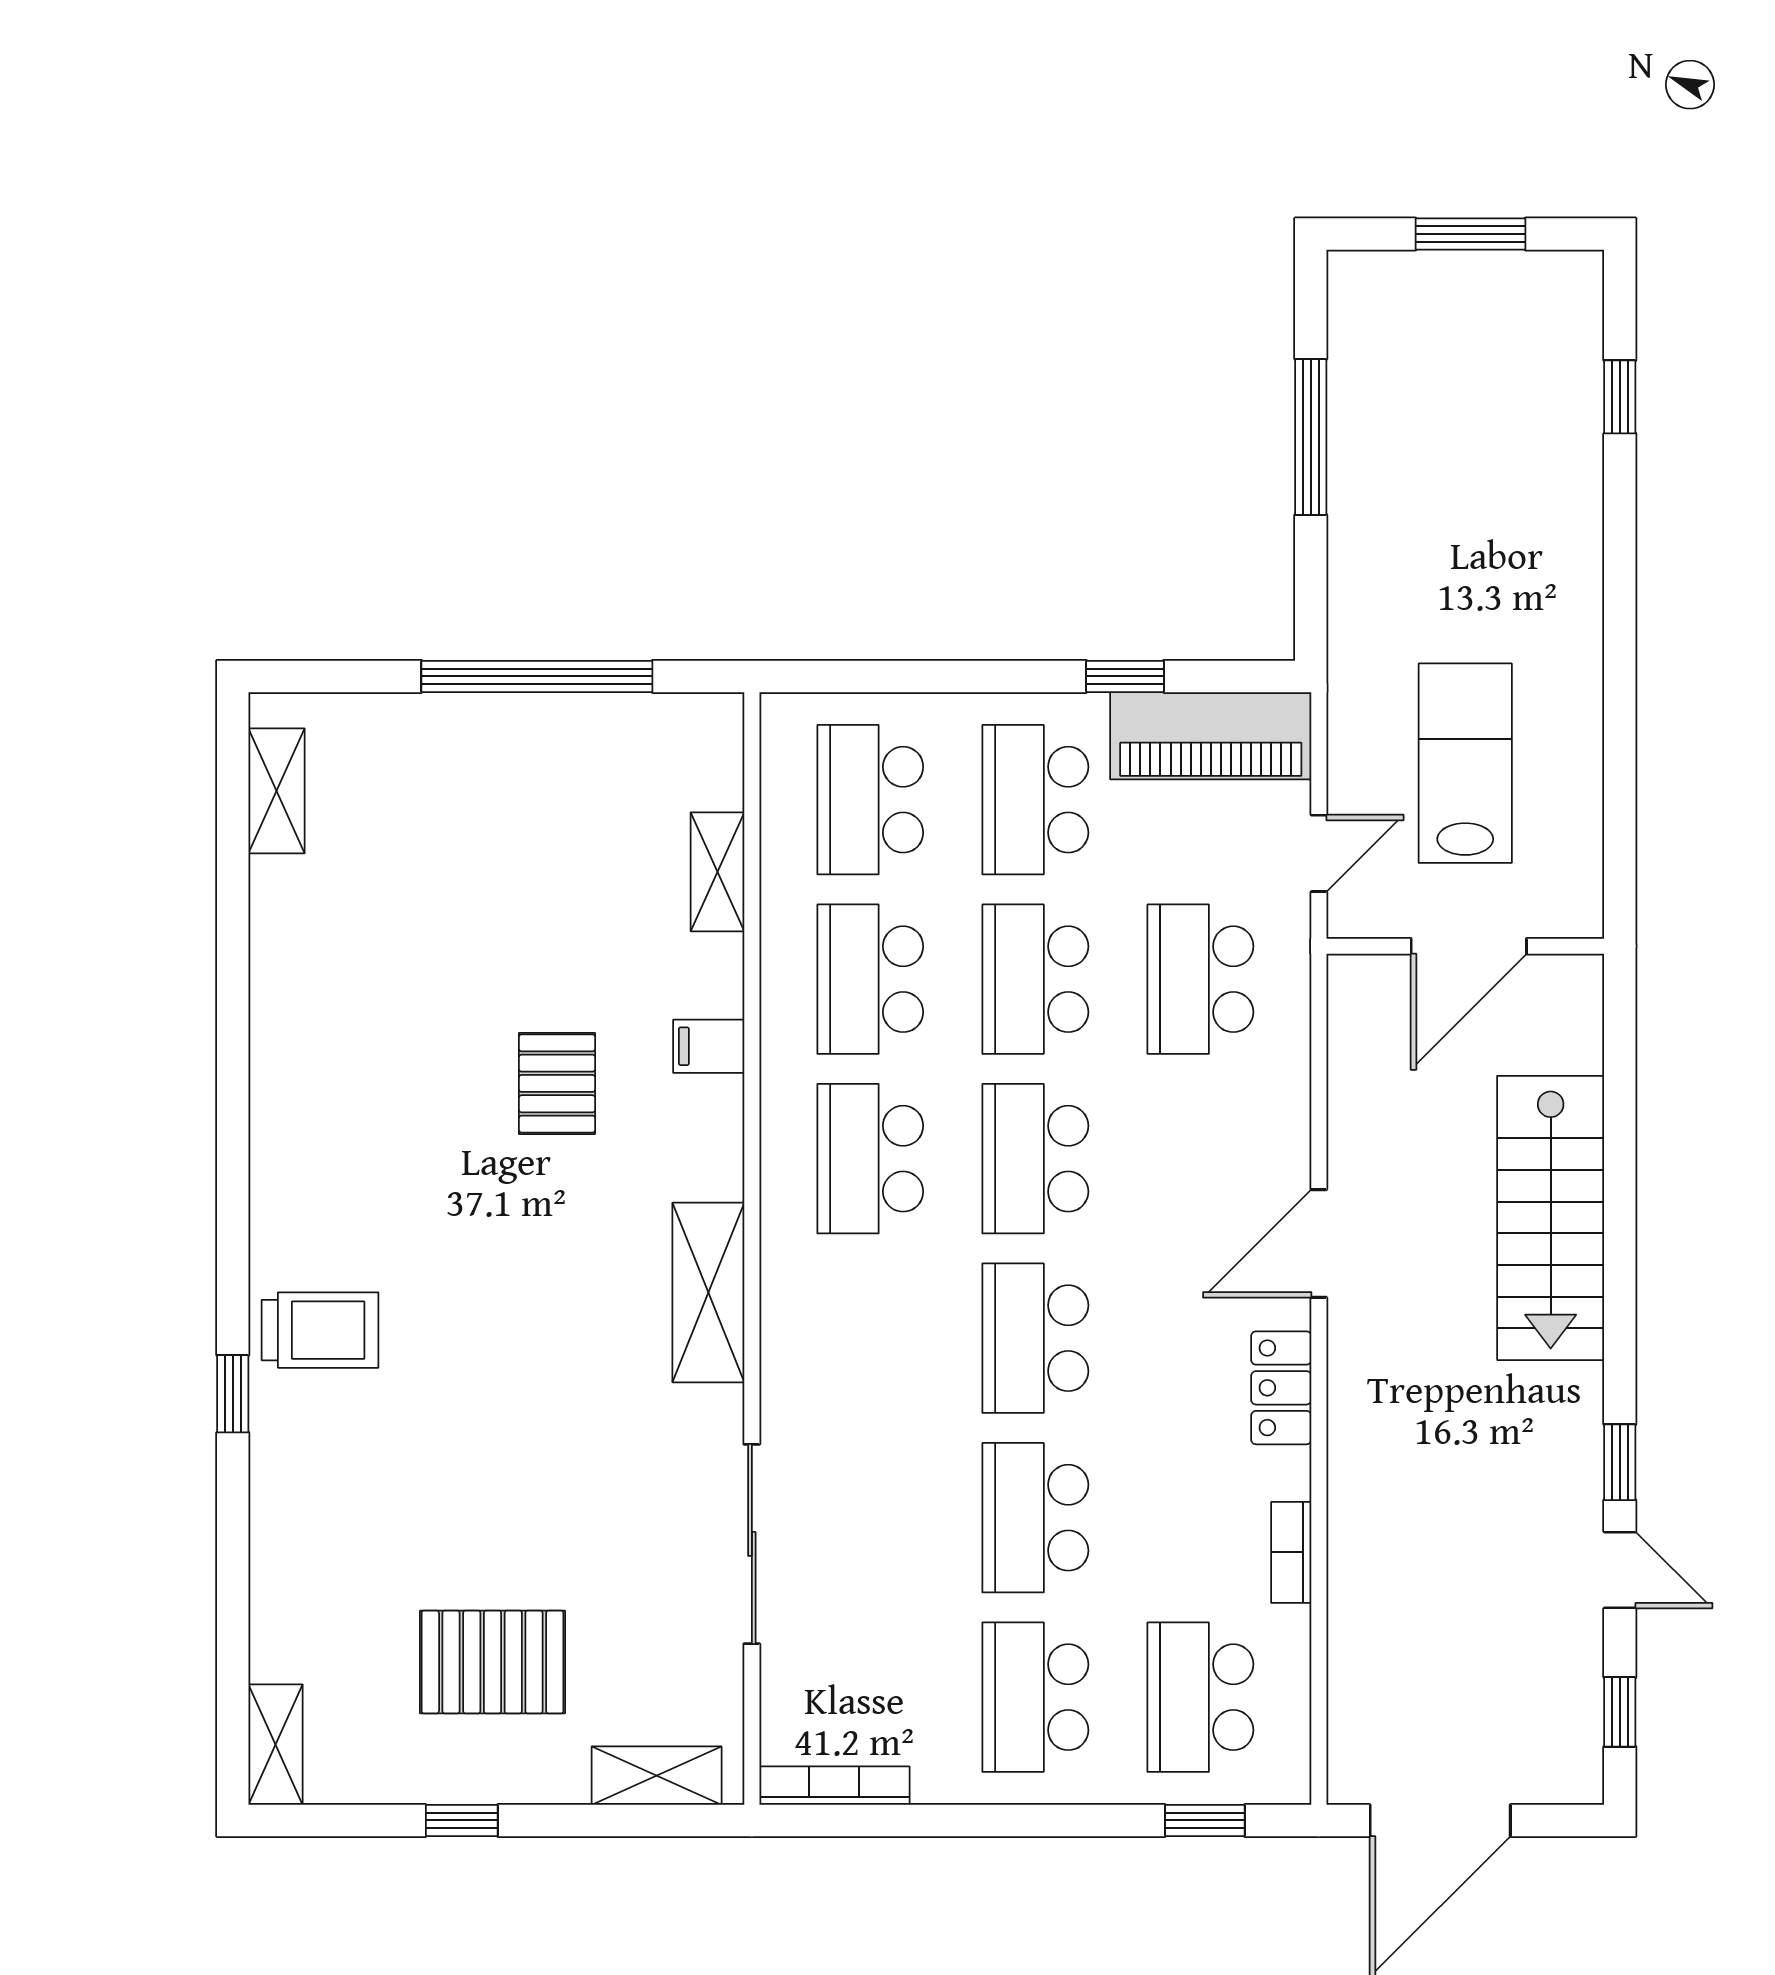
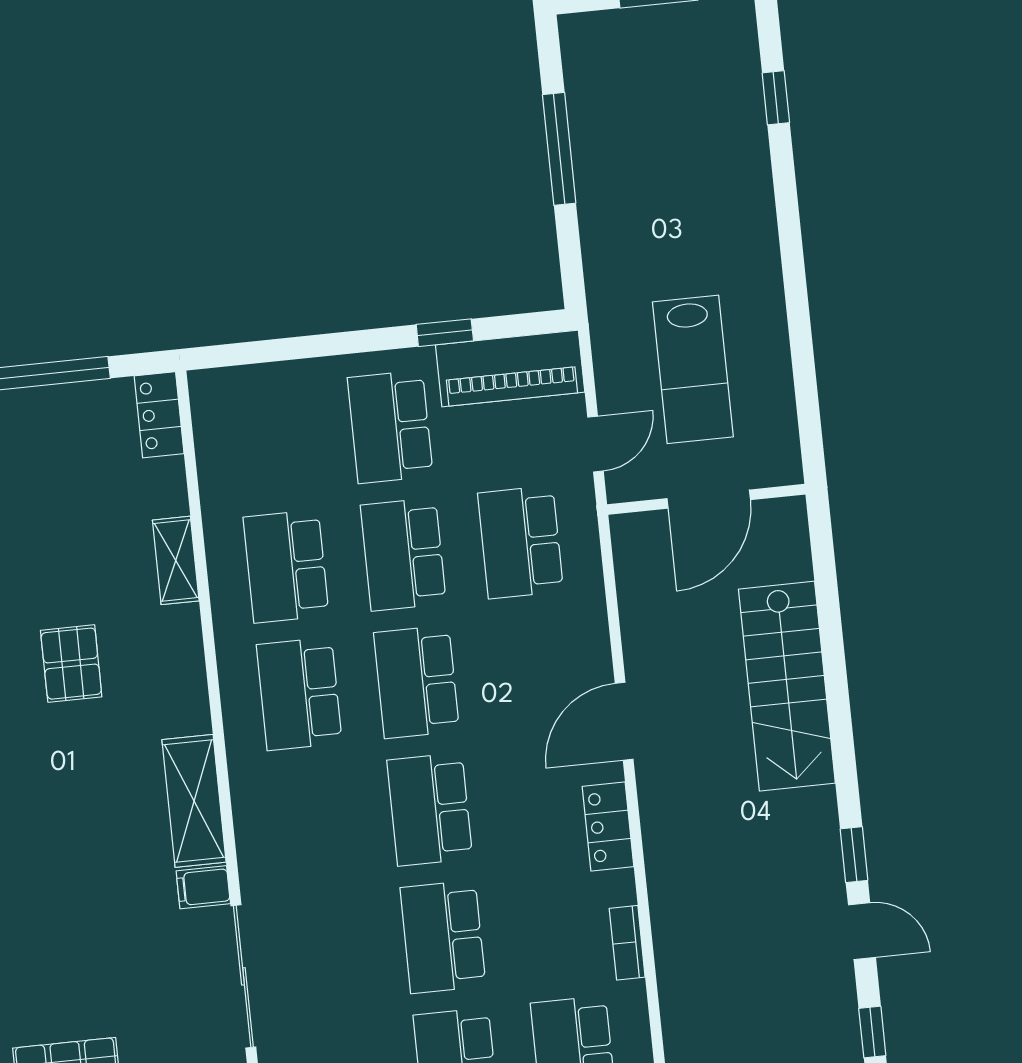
locker: (715, 750) -> (159, 415), added
lab bench: (1465, 763) -> (693, 369), turned 180
school desk: (870, 800) -> (273, 439), removed
shelving: (718, 872) -> (176, 560), moved
filing cabinet: (709, 1046) -> (203, 887), moved

